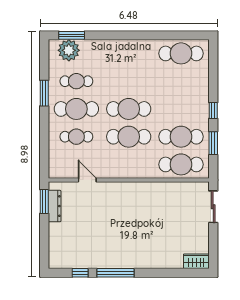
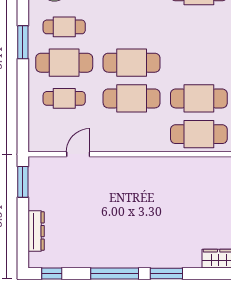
door: (87, 180) -> (78, 154), hinge flipped
dresser: (55, 206) -> (36, 231), moved
window: (80, 273) -> (52, 273), moved
window: (156, 273) -> (166, 273), added

